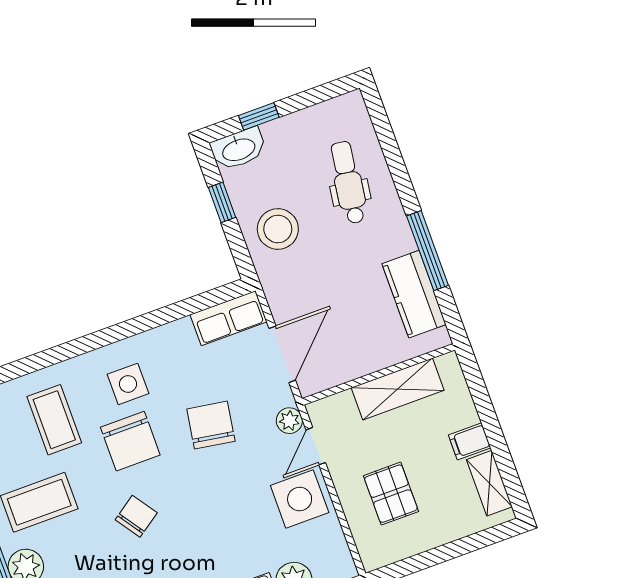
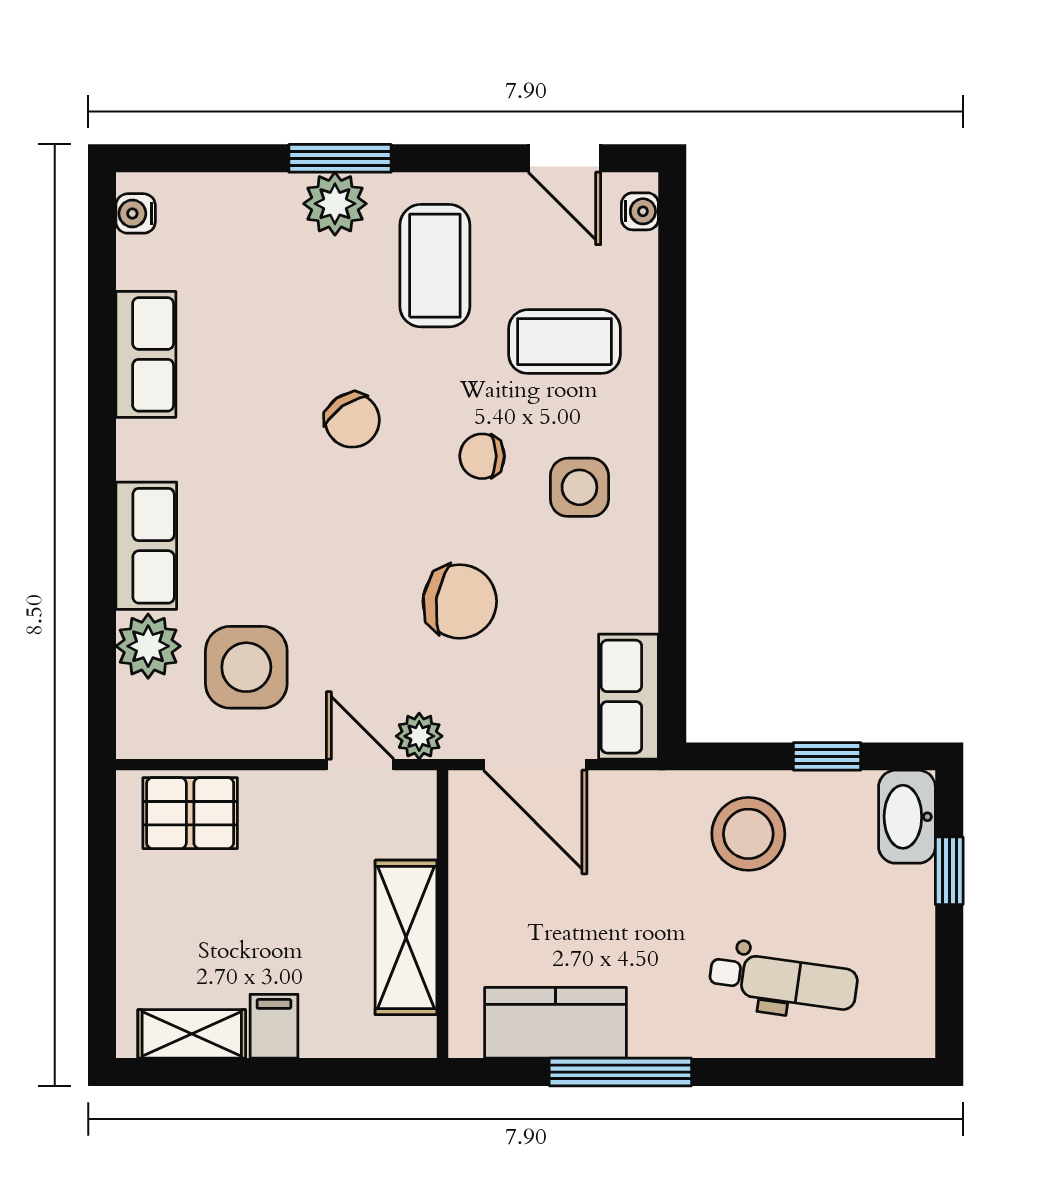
chair: (130, 441) -> (482, 456), width x0.54, depth x0.54
pallet: (391, 494) -> (190, 813), moved
side table: (300, 499) -> (246, 667), moved

